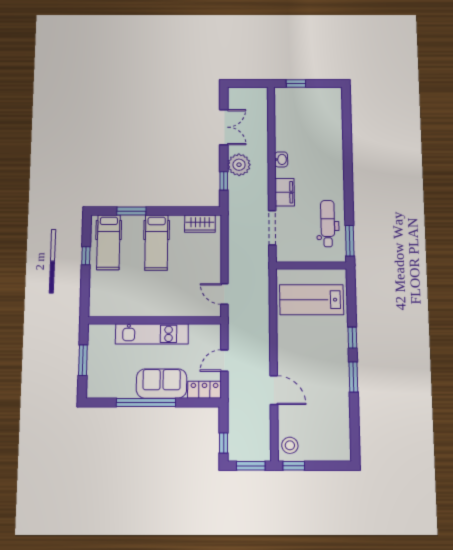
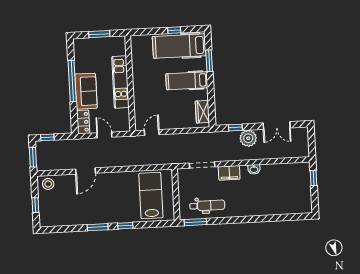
hospital bed: (108, 242) -> (179, 46), width x1.37, depth x1.29
window: (294, 466) -> (35, 205), moved

